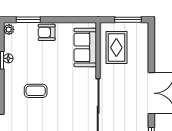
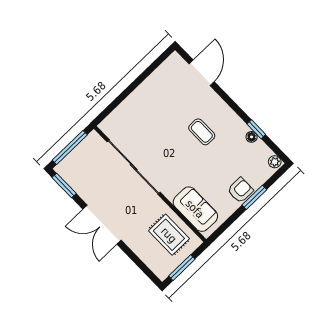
window: (28, 20) -> (254, 197), moved
coffee table: (36, 91) -> (202, 132), turned 90

